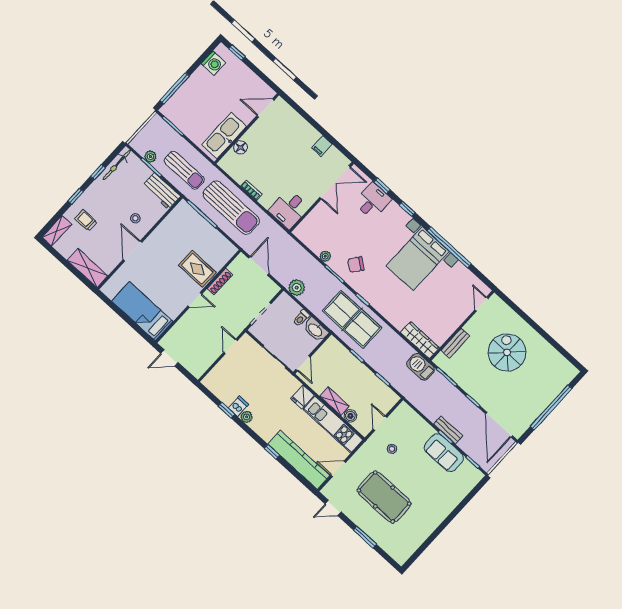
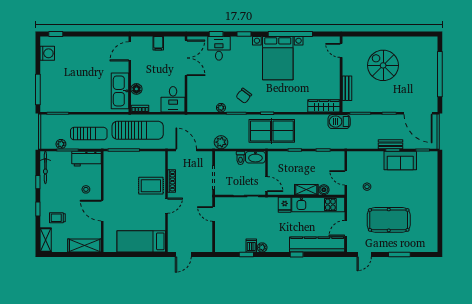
door: (266, 108) -> (130, 51), moved
wall: (247, 129) -> (130, 74), moved
kitchen sink: (224, 136) -> (120, 91), moved
floor lamp: (240, 147) -> (136, 89), moved

